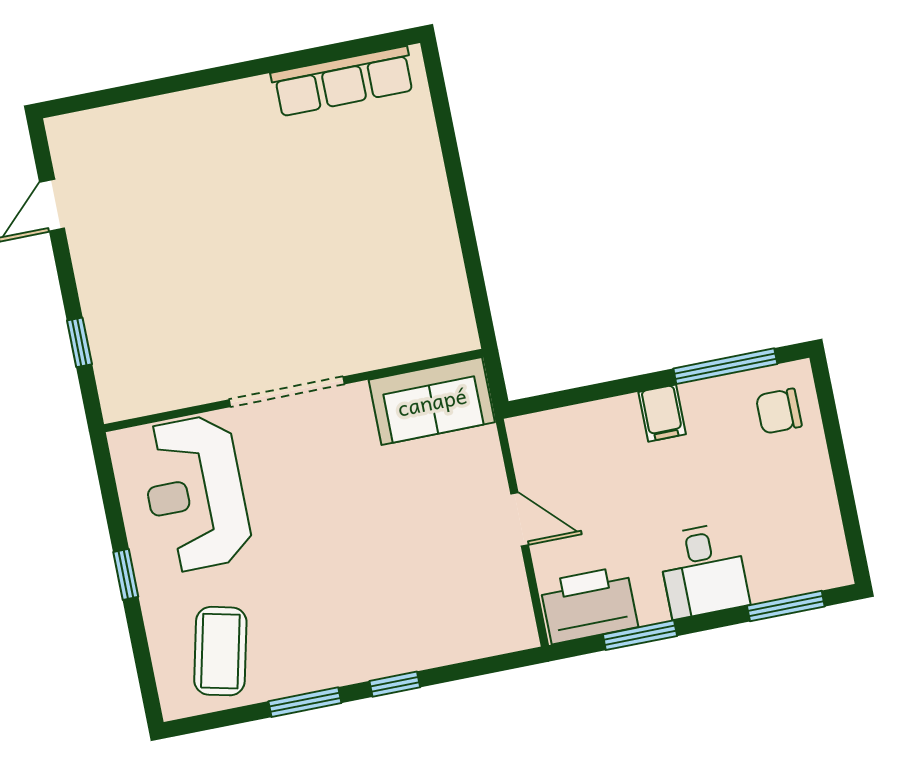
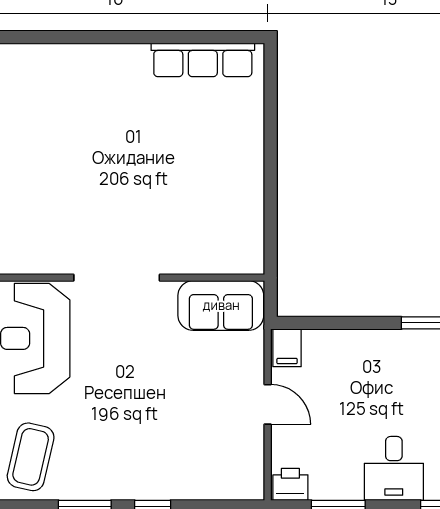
filing cabinet: (662, 413) -> (287, 348), moved
printer: (589, 605) -> (290, 484), width x0.53, depth x0.68

